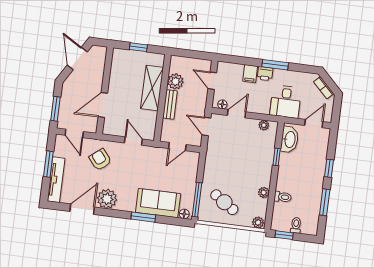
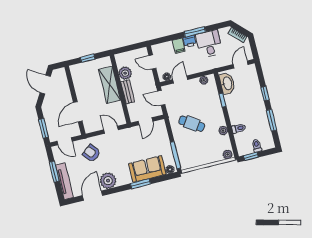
desk: (286, 102) -> (209, 44), moved, turned 180
cafe table: (224, 202) -> (192, 124), moved

